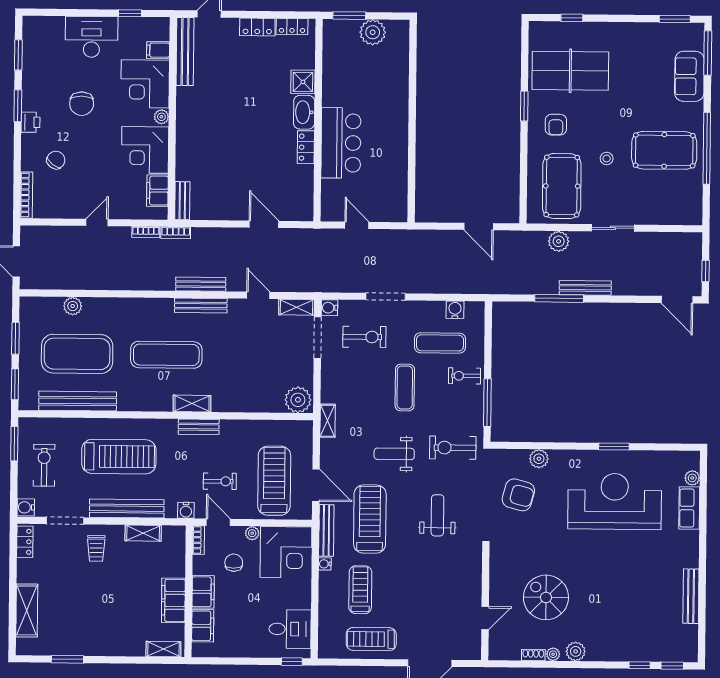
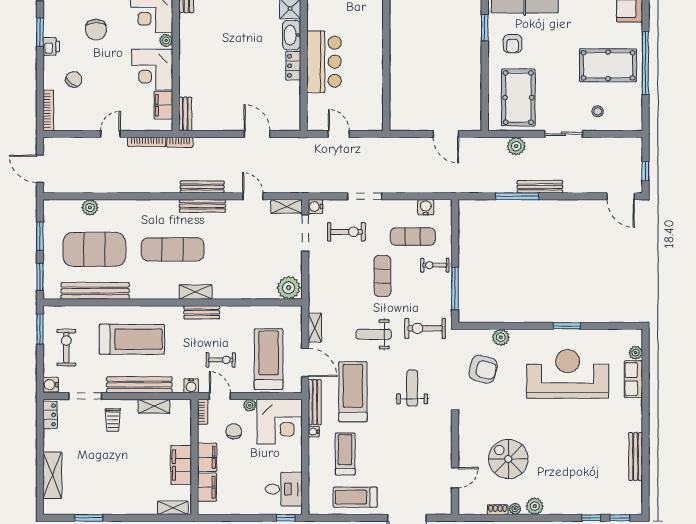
stool: (607, 158) -> (598, 111), moved
bookcase: (146, 232) -> (147, 142), width x1.56
shelving: (328, 421) -> (315, 328), moved

